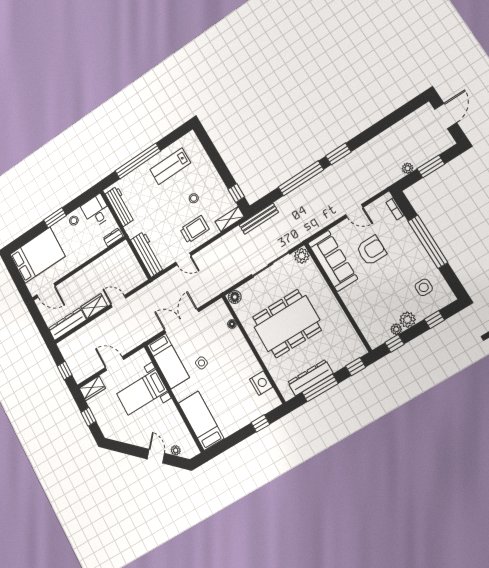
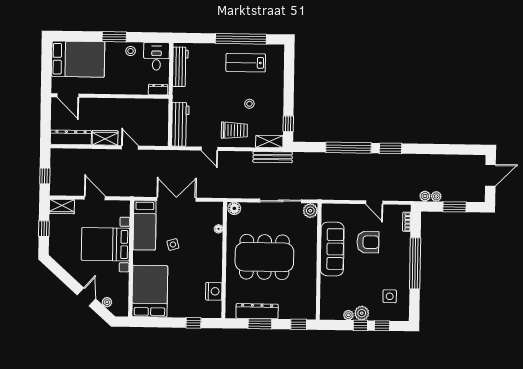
window: (138, 161) -> (241, 39), moved
plant: (397, 175) -> (425, 196), added
bench: (259, 219) -> (273, 157), moved
sofa: (333, 261) -> (332, 249), moved
window: (394, 343) -> (360, 325), moved
window: (320, 388) -> (260, 324), width x0.69
bed with nightstands: (142, 392) -> (105, 244), width x1.36
bed: (201, 421) -> (150, 291), width x1.50

